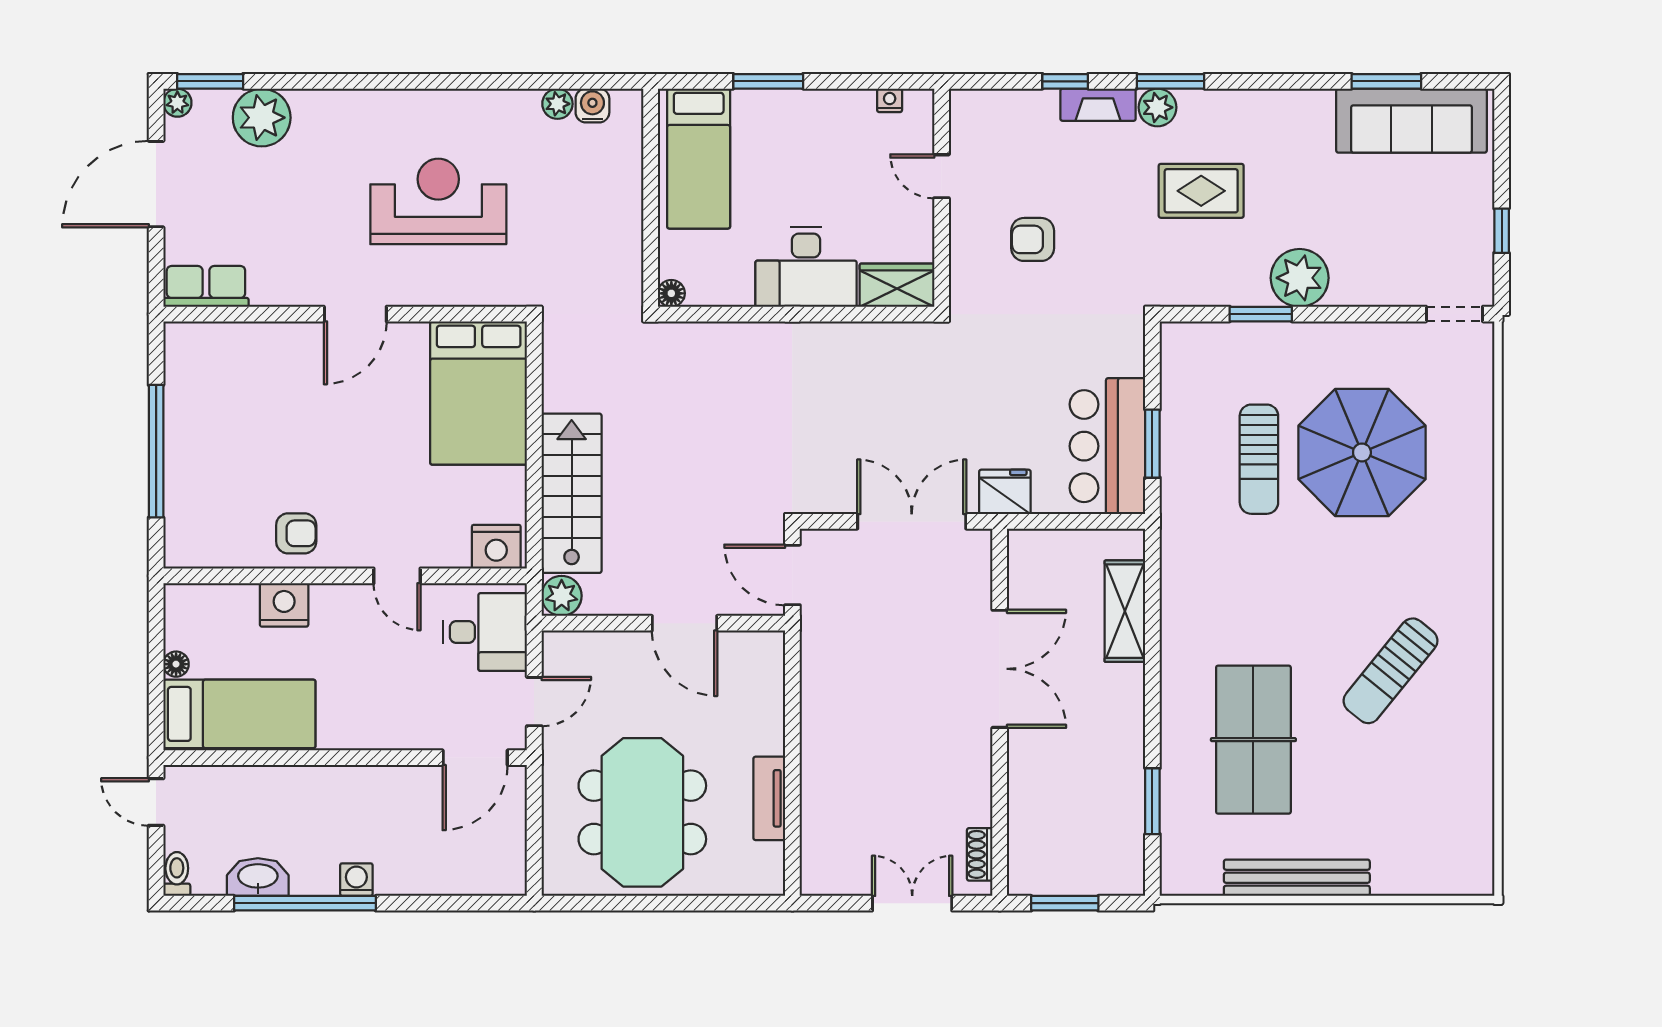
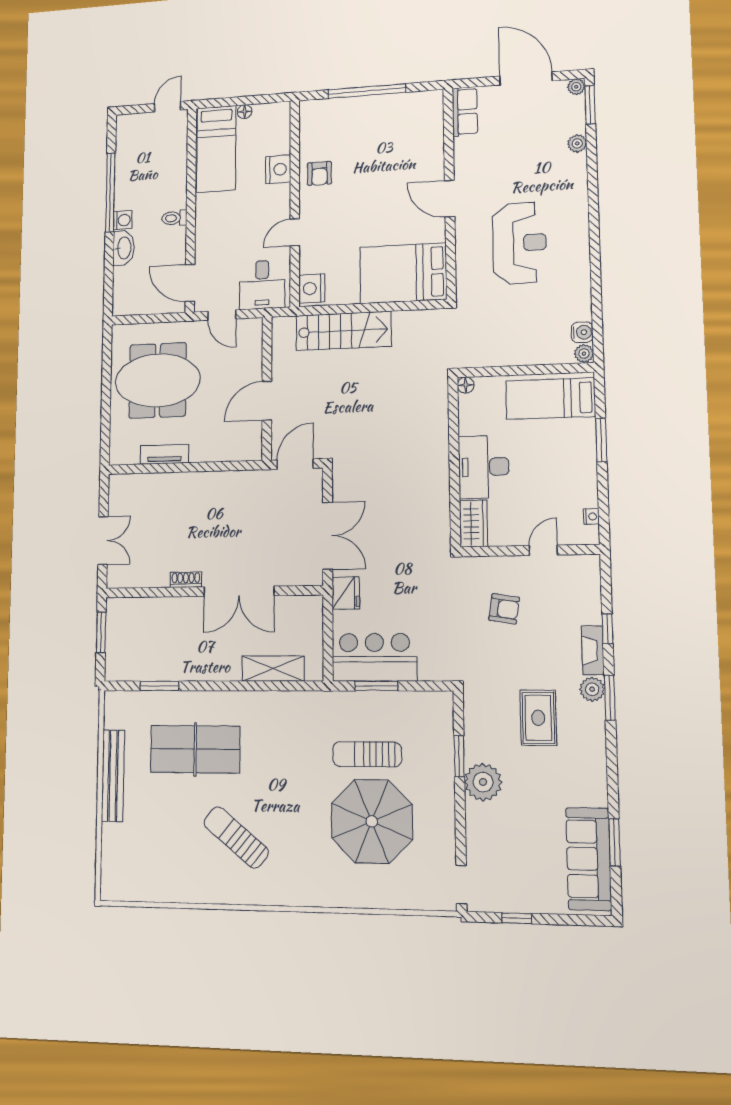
plant: (557, 104) -> (584, 354), moved
plant: (262, 118) -> (577, 143), width x0.53, depth x0.53
armchair: (1033, 239) -> (504, 609), turned 99
plant: (562, 596) -> (283, 328), removed
shoe rack: (980, 854) -> (186, 580), moved
toilet: (177, 874) -> (174, 218), moved, turned 180
washbasin: (258, 877) -> (124, 248), moved

